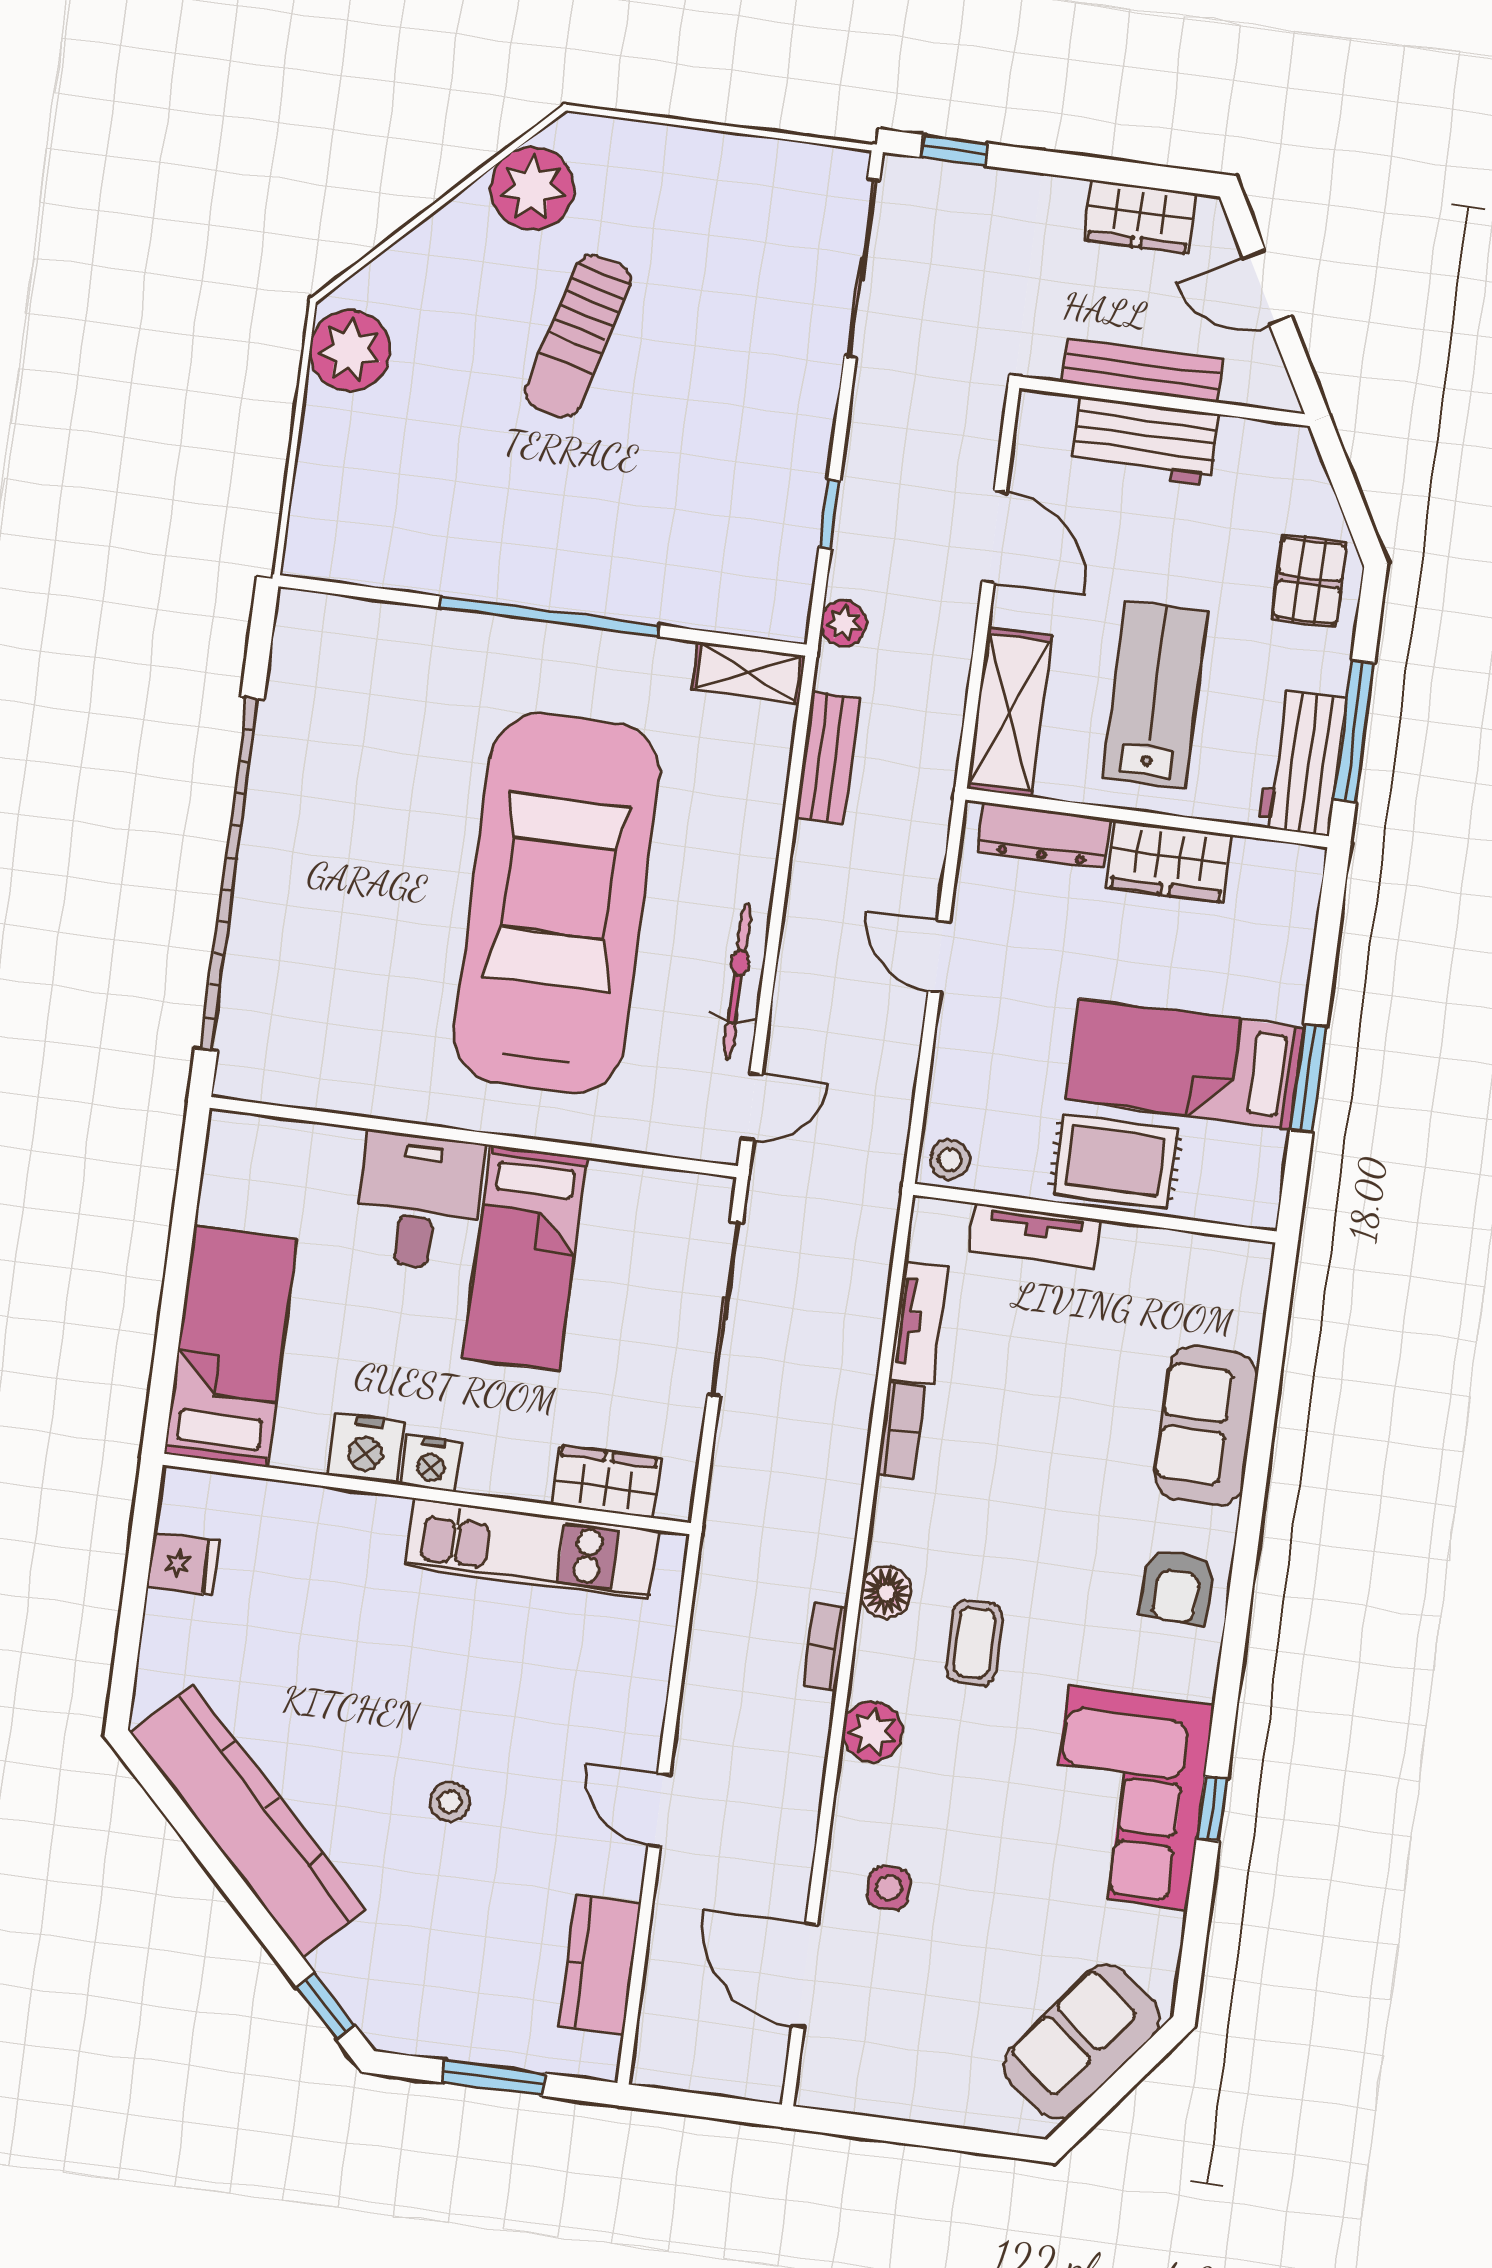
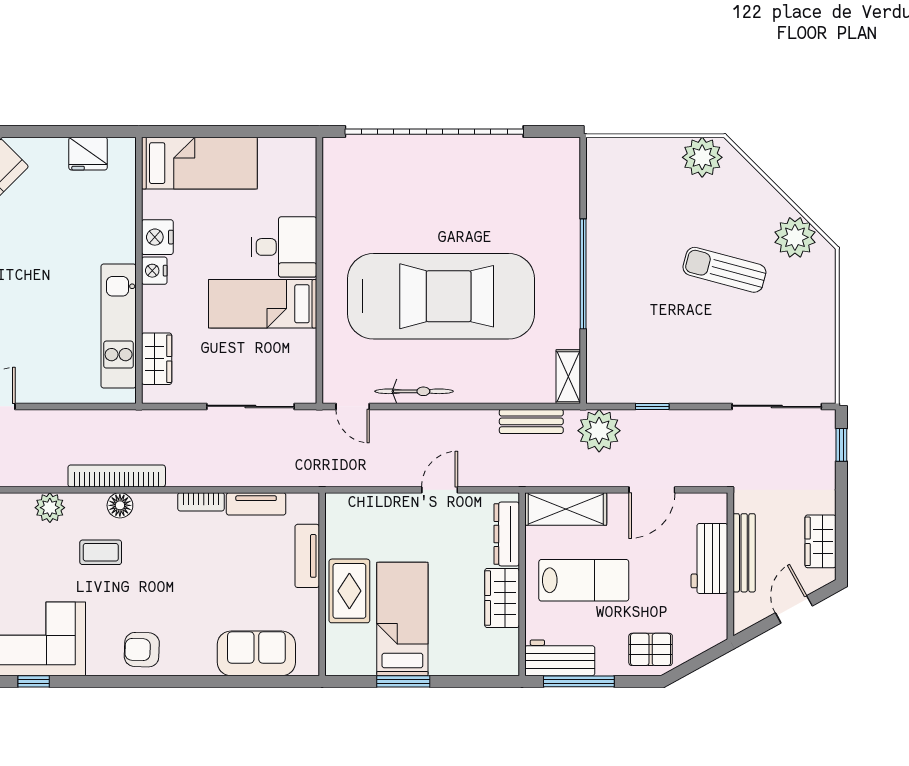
plant: (844, 623) -> (599, 431), width x1.88, depth x1.88
stool: (950, 1160) -> (339, 509), removed
sofa: (1206, 1426) -> (256, 653), moved
fridge: (183, 1564) -> (88, 154), width x1.38
bookcase: (826, 1646) -> (117, 476), width x2.31, depth x1.31

